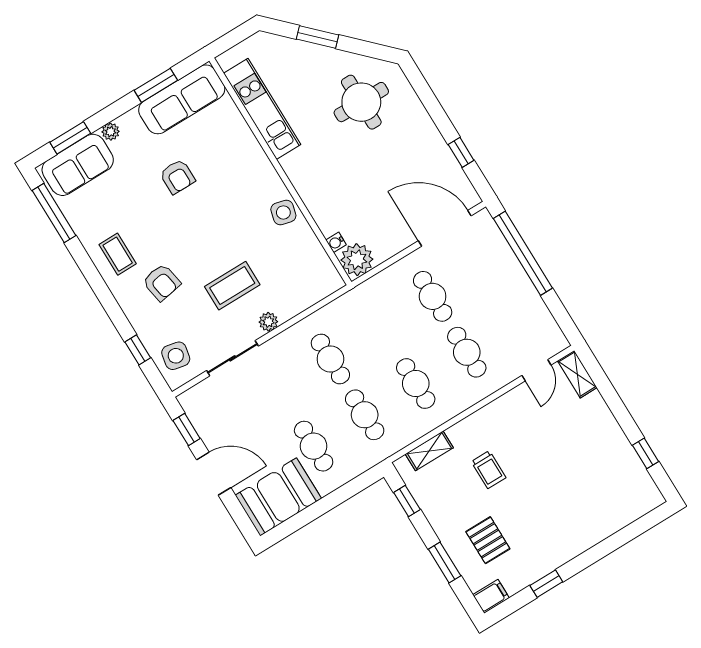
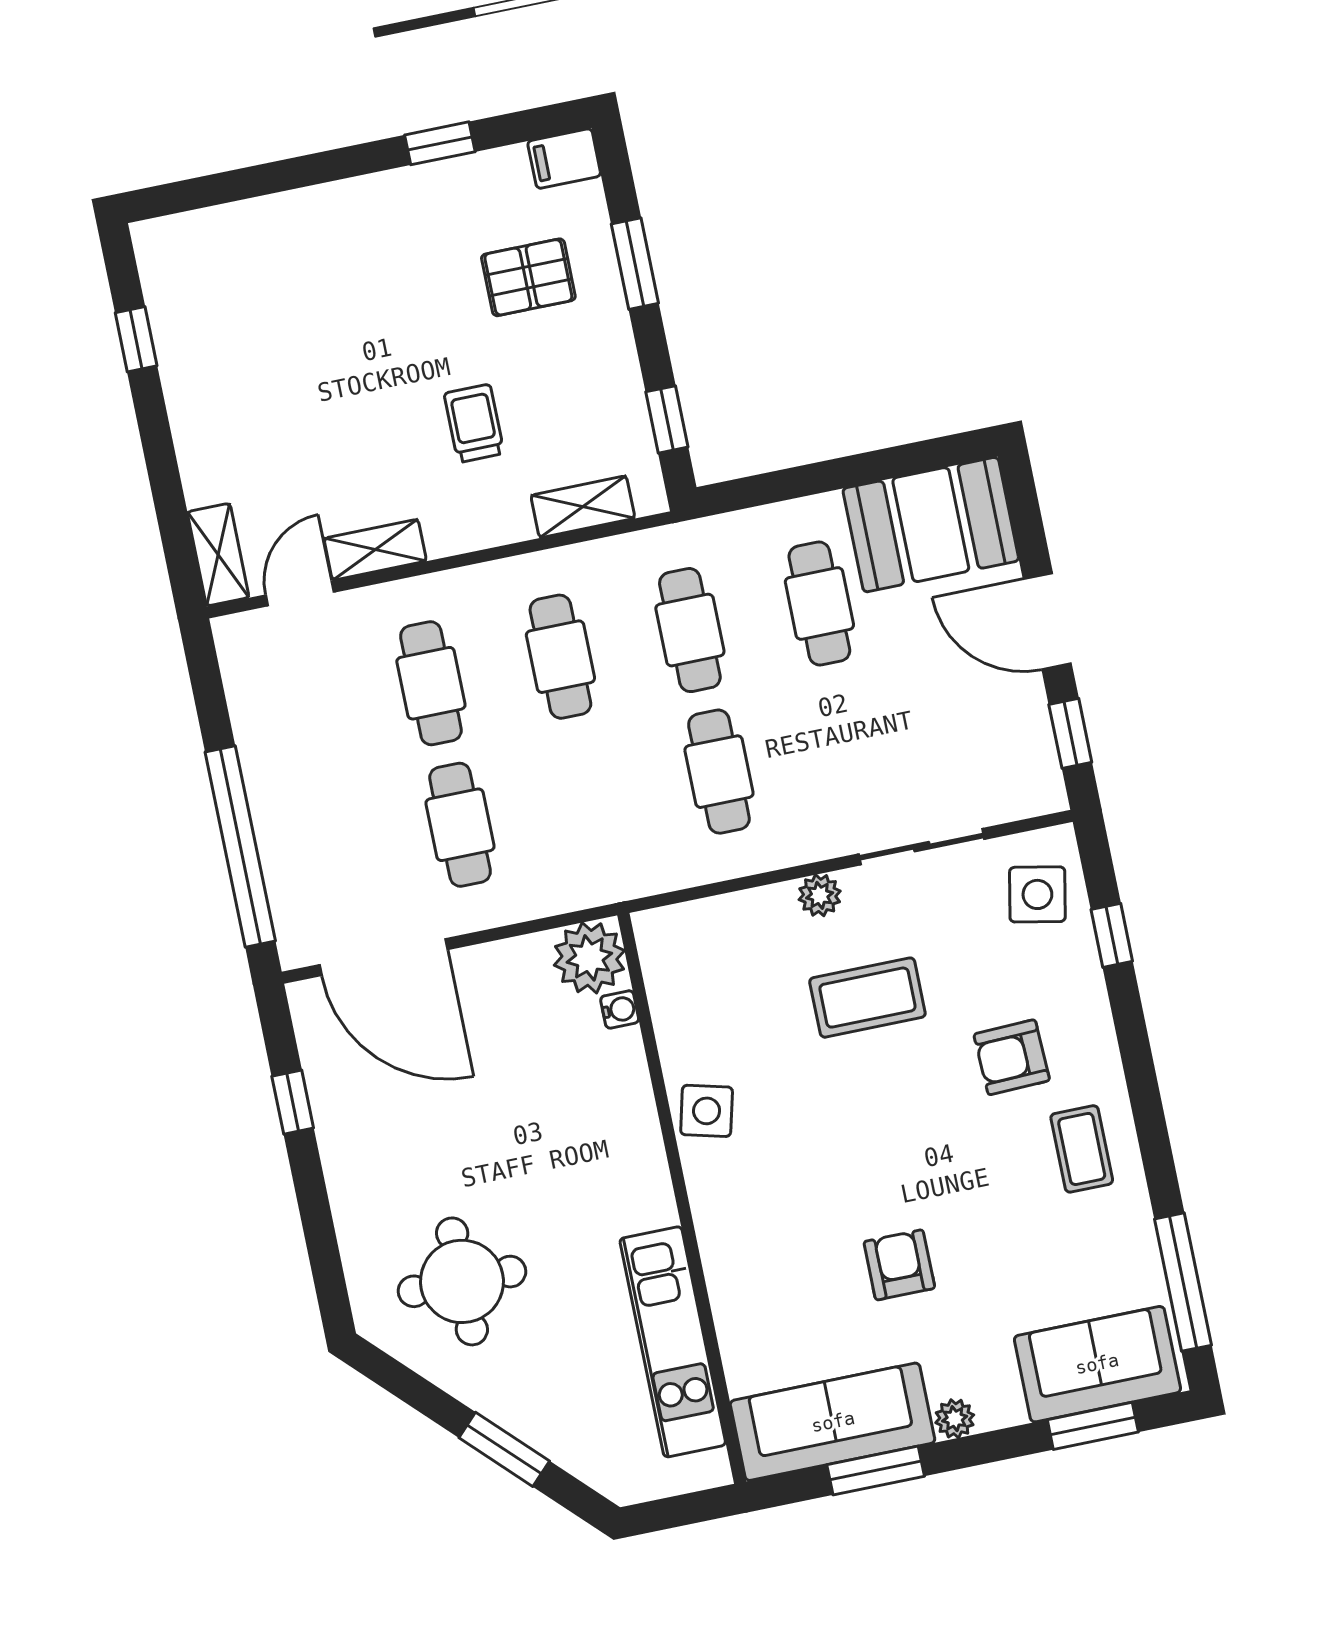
plant: (111, 132) -> (955, 1419), moved
armchair: (162, 282) -> (1012, 1057), turned -82
shelving: (511, 401) -> (375, 550), added
pallet: (488, 540) -> (528, 277), turned 90

